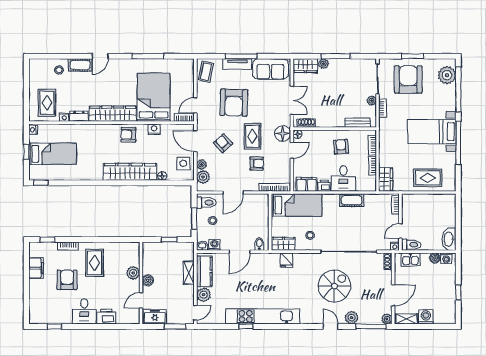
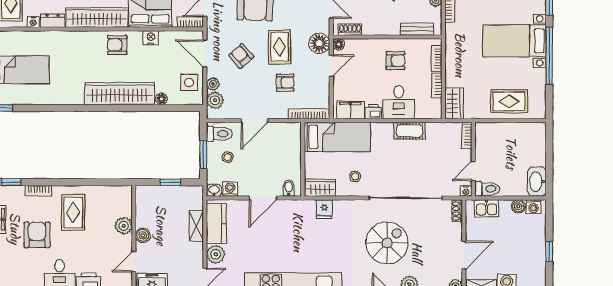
armchair: (341, 147) -> (396, 61), turned 95

